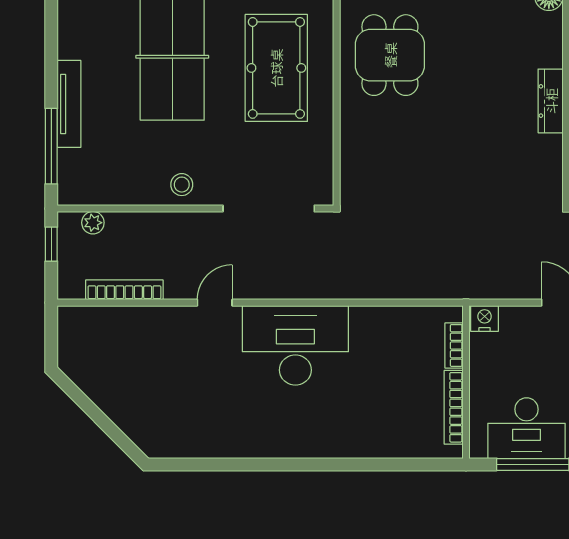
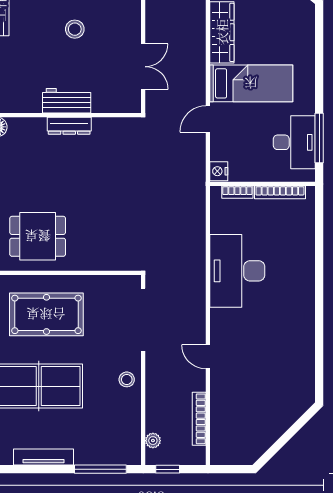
tv unit: (69, 104) -> (43, 457), moved
desk: (295, 345) -> (237, 271), moved

